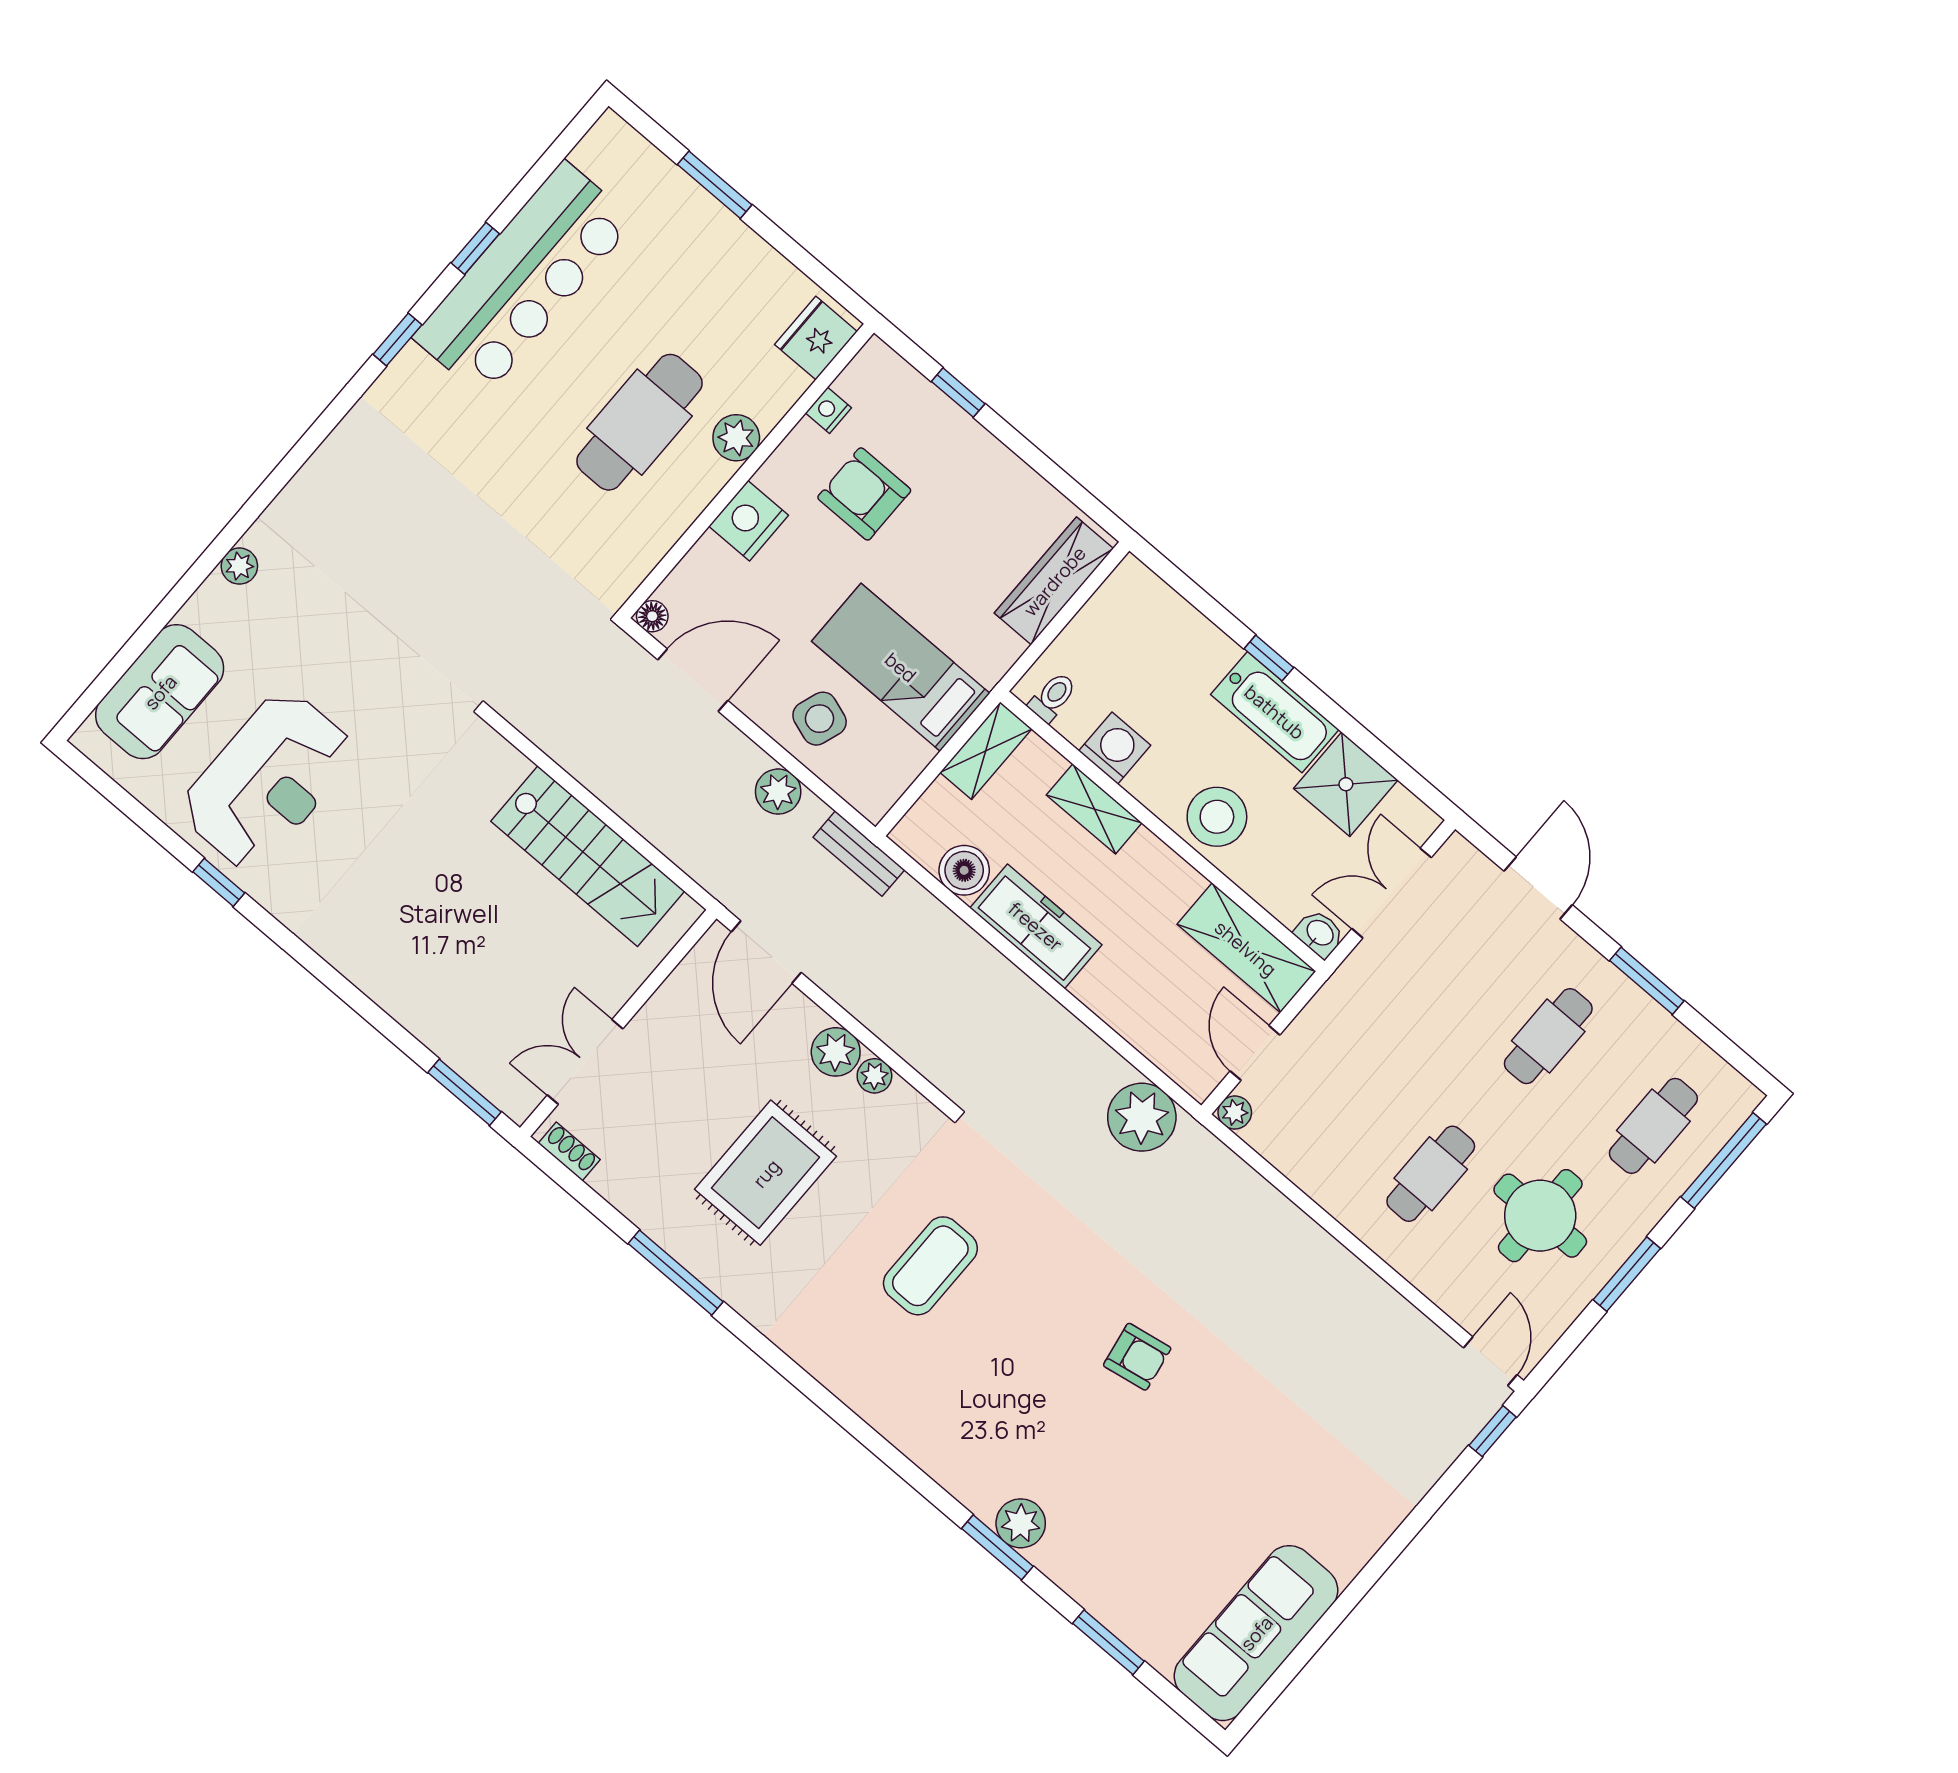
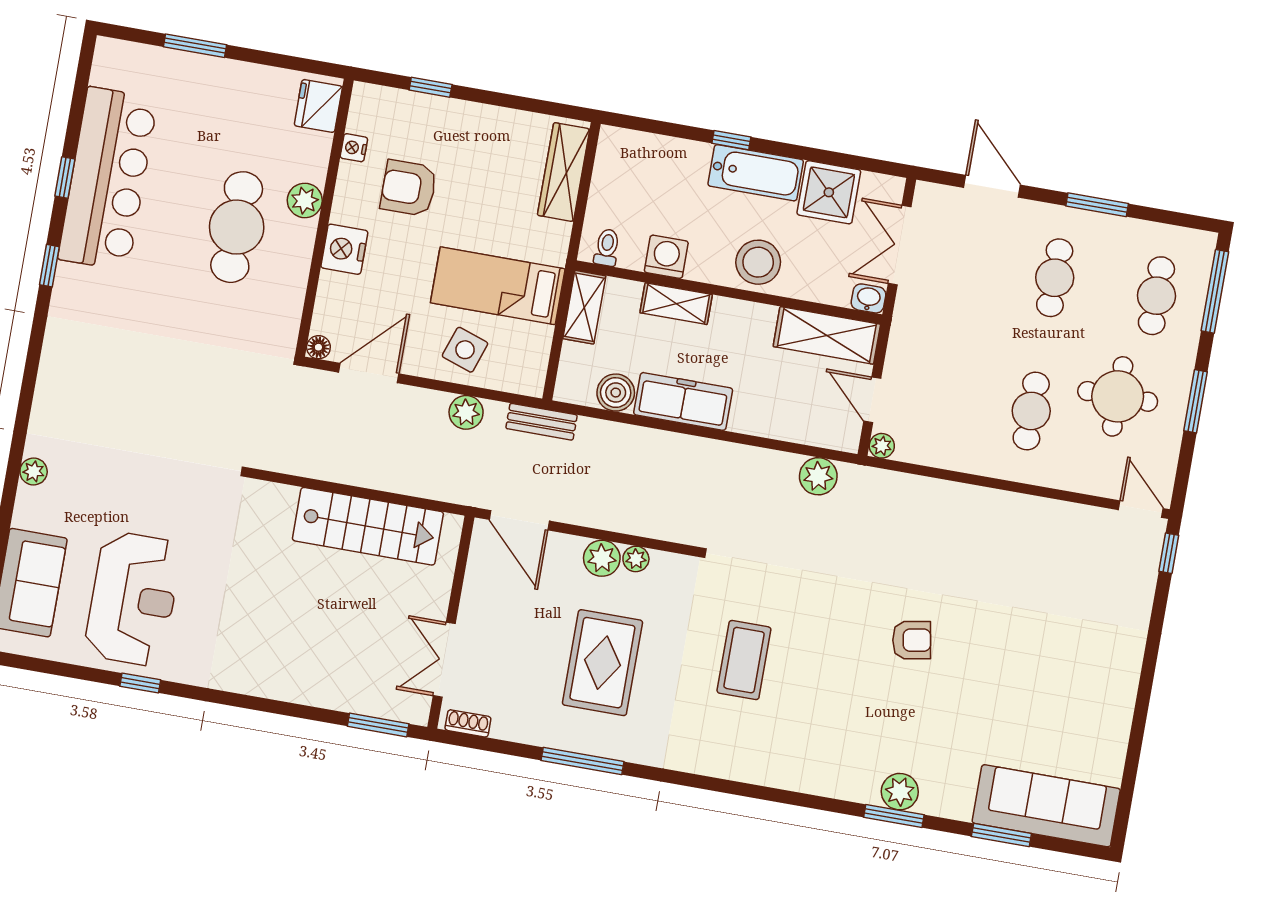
plant: (1142, 1117) -> (818, 476), width x0.73, depth x0.73
sofa: (1256, 1633) -> (1046, 806), moved, turned 90

